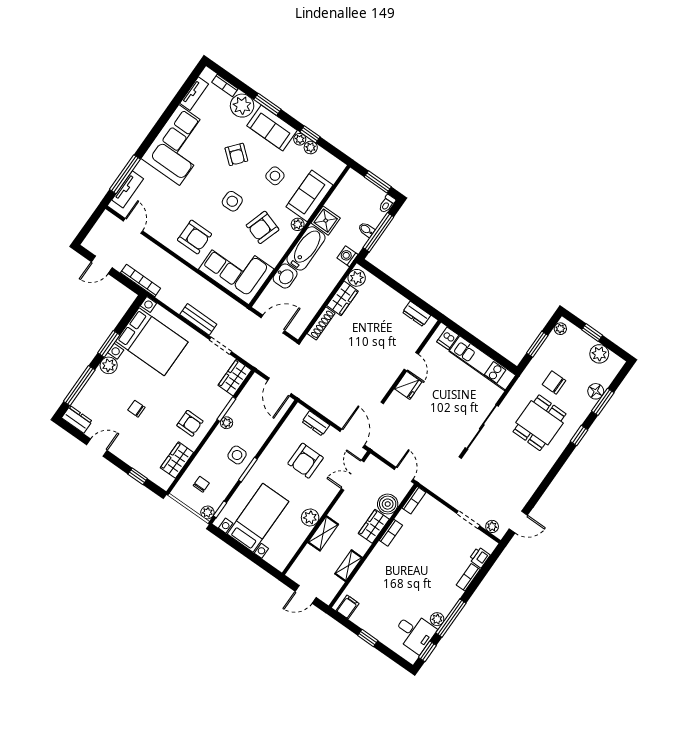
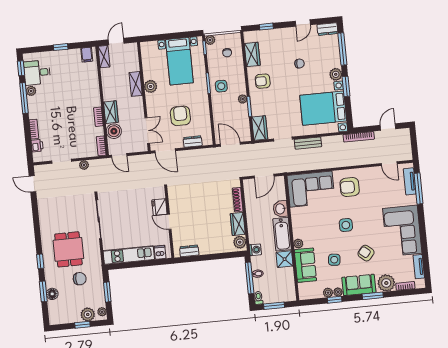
armchair: (263, 227) -> (316, 225), removed
plant: (599, 354) -> (88, 314), moved
door: (518, 522) -> (33, 184), hinge flipped
plant: (492, 526) -> (84, 165), moved
shelving: (348, 566) -> (104, 57), moved

